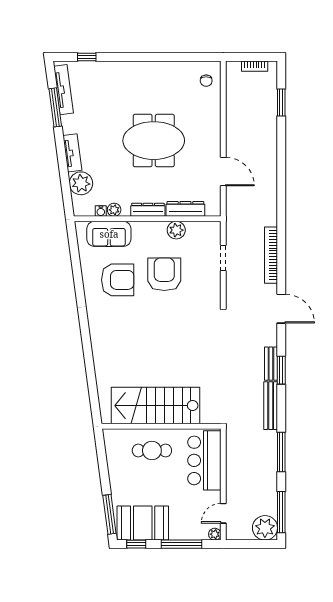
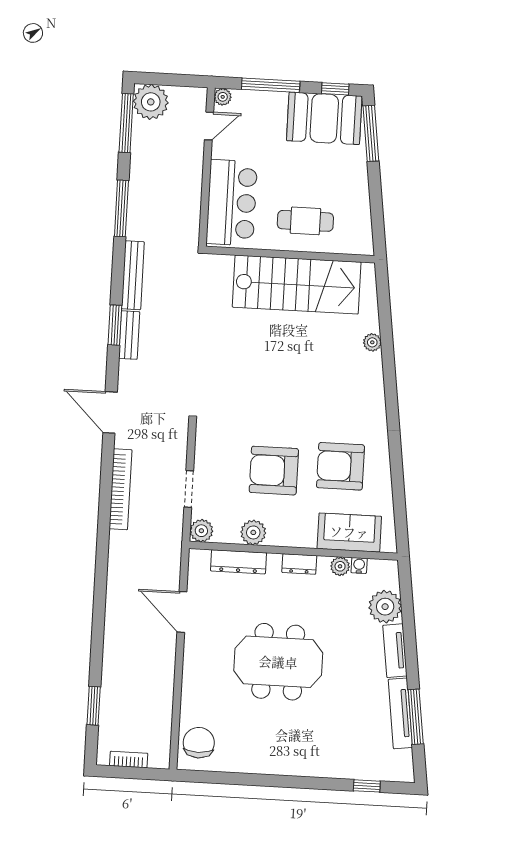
chair: (206, 81) -> (199, 743), width x1.87, depth x1.87
tv unit: (63, 90) -> (400, 713), moved
dresser: (148, 210) -> (299, 564), width x0.70
plant: (213, 229) -> (201, 531), added
armchair: (164, 274) -> (274, 471), turned 90
plant: (100, 368) -> (372, 342), added

